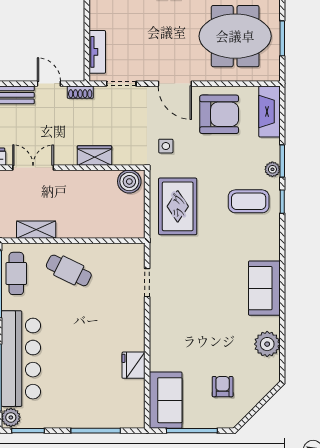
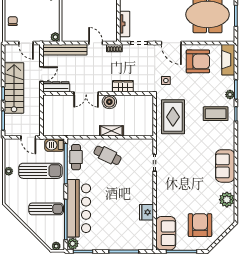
double door: (33, 168) -> (86, 93), swing flipped
boiler: (129, 181) -> (109, 102), moved
shelving: (36, 230) -> (111, 131), moved
armchair: (223, 387) -> (200, 225), width x1.88, depth x1.88

